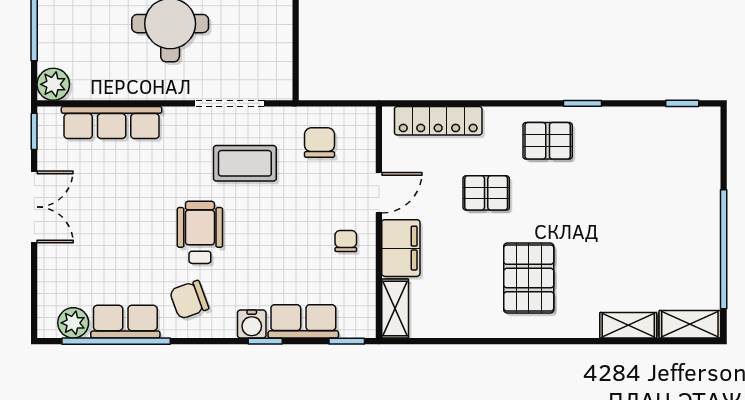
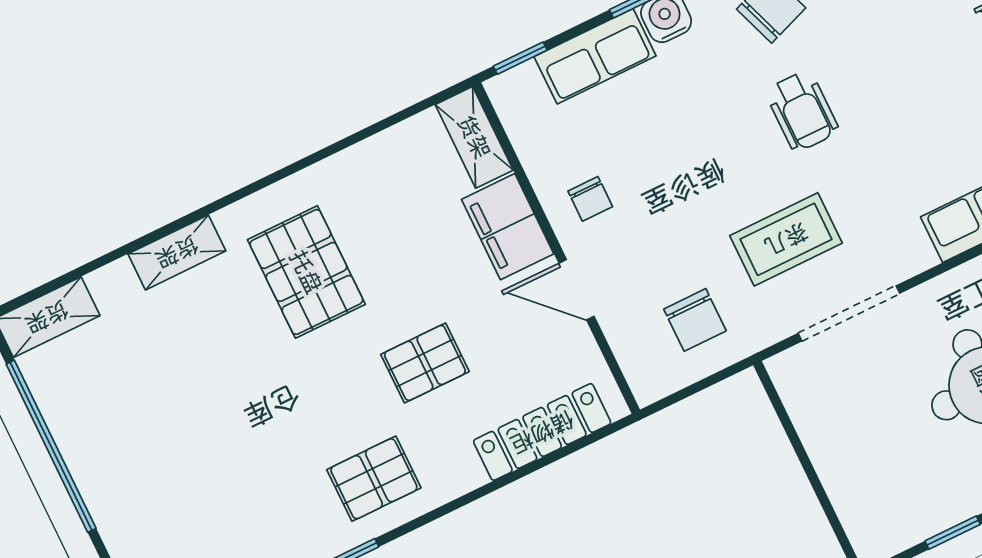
door: (379, 193) -> (577, 290), hinge flipped
wheelchair: (200, 232) -> (802, 111), width x0.73, depth x0.73
shelving: (628, 325) -> (177, 252), moved

